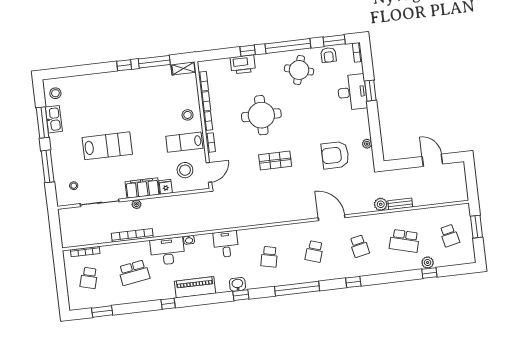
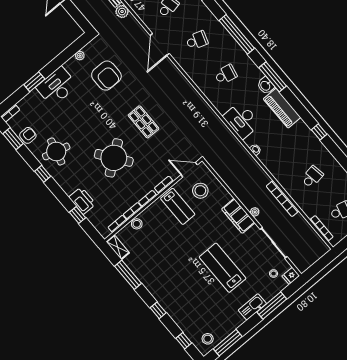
window: (288, 46) -> (43, 174), width x0.32
window: (248, 51) -> (77, 215), moved
window: (124, 65) -> (158, 310), moved
window: (67, 72) -> (184, 341), added
desk: (352, 92) -> (57, 86), moved
stool: (188, 115) -> (137, 224), moved
round table: (261, 115) -> (114, 158), turned -36
kitchen sink: (54, 119) -> (252, 307), moved
window: (43, 122) -> (228, 343), moved
fridge: (166, 187) -> (291, 276), moved
desk: (226, 244) -> (242, 120), width x1.37
desk: (168, 251) -> (276, 161), removed
school desk: (134, 273) -> (312, 177), width x0.54
piano: (195, 287) -> (282, 108), moved
window: (241, 295) -> (273, 77), width x2.17

